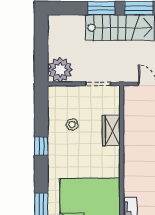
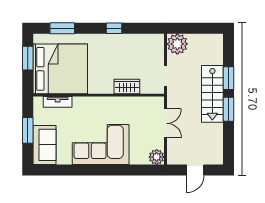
stool: (72, 124) -> (132, 54), removed

